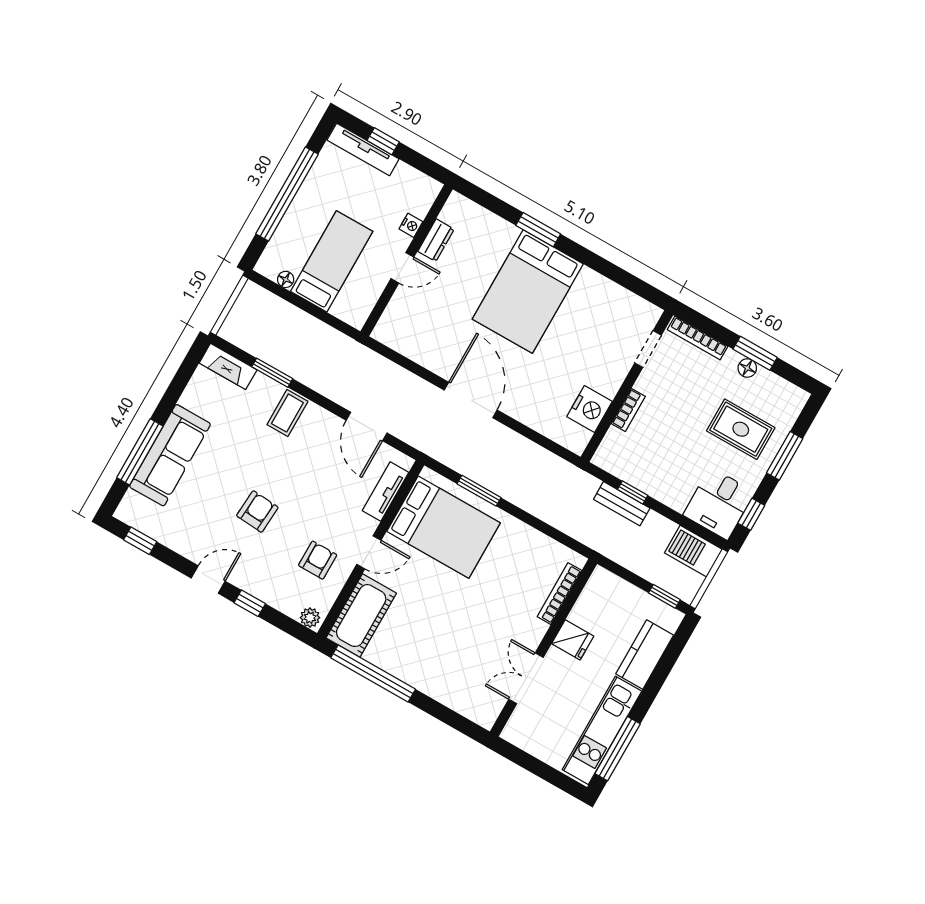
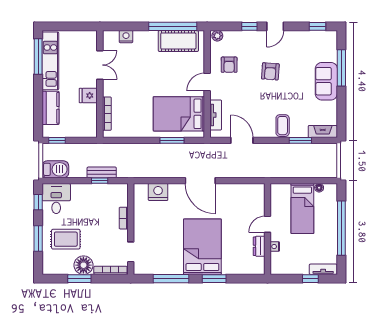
tv unit: (363, 150) -> (323, 269), width x0.71
window: (608, 269) -> (171, 279), added
floor lamp: (747, 368) -> (83, 265), width x1.89, depth x1.89
nightstand: (590, 409) -> (158, 192), moved, turned 90
sofa: (170, 455) -> (326, 81), width x0.73
cot: (361, 616) -> (178, 41), moved, turned 90
nightstand: (458, 700) -> (126, 37), added

